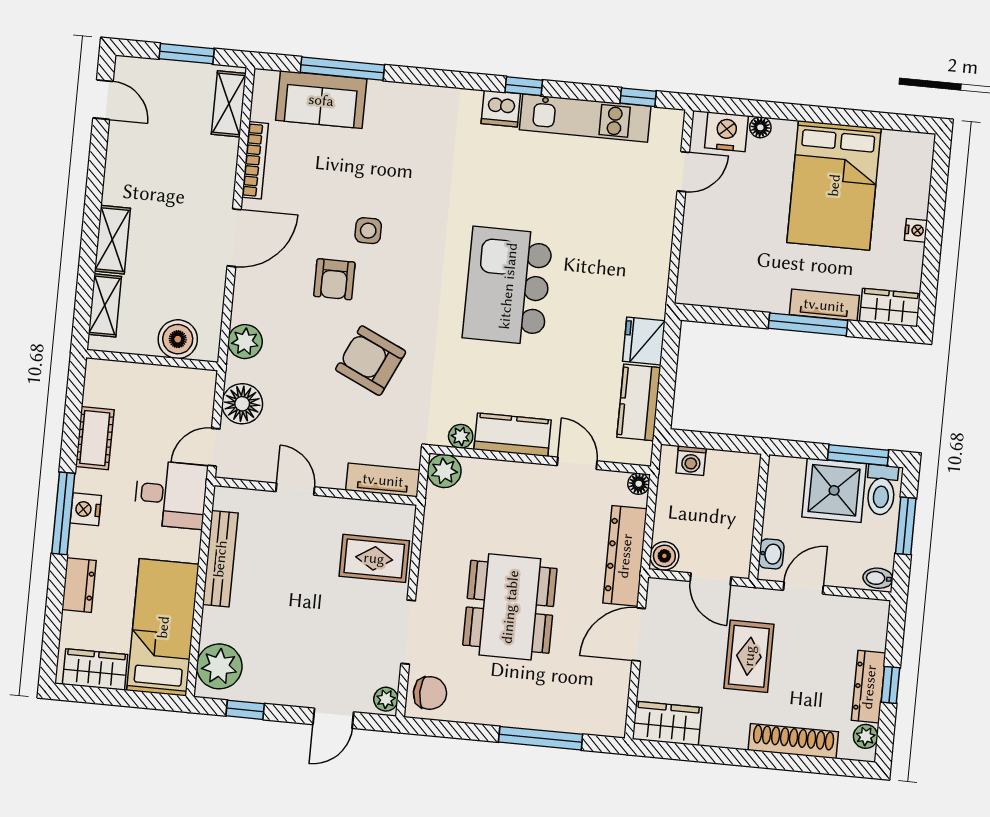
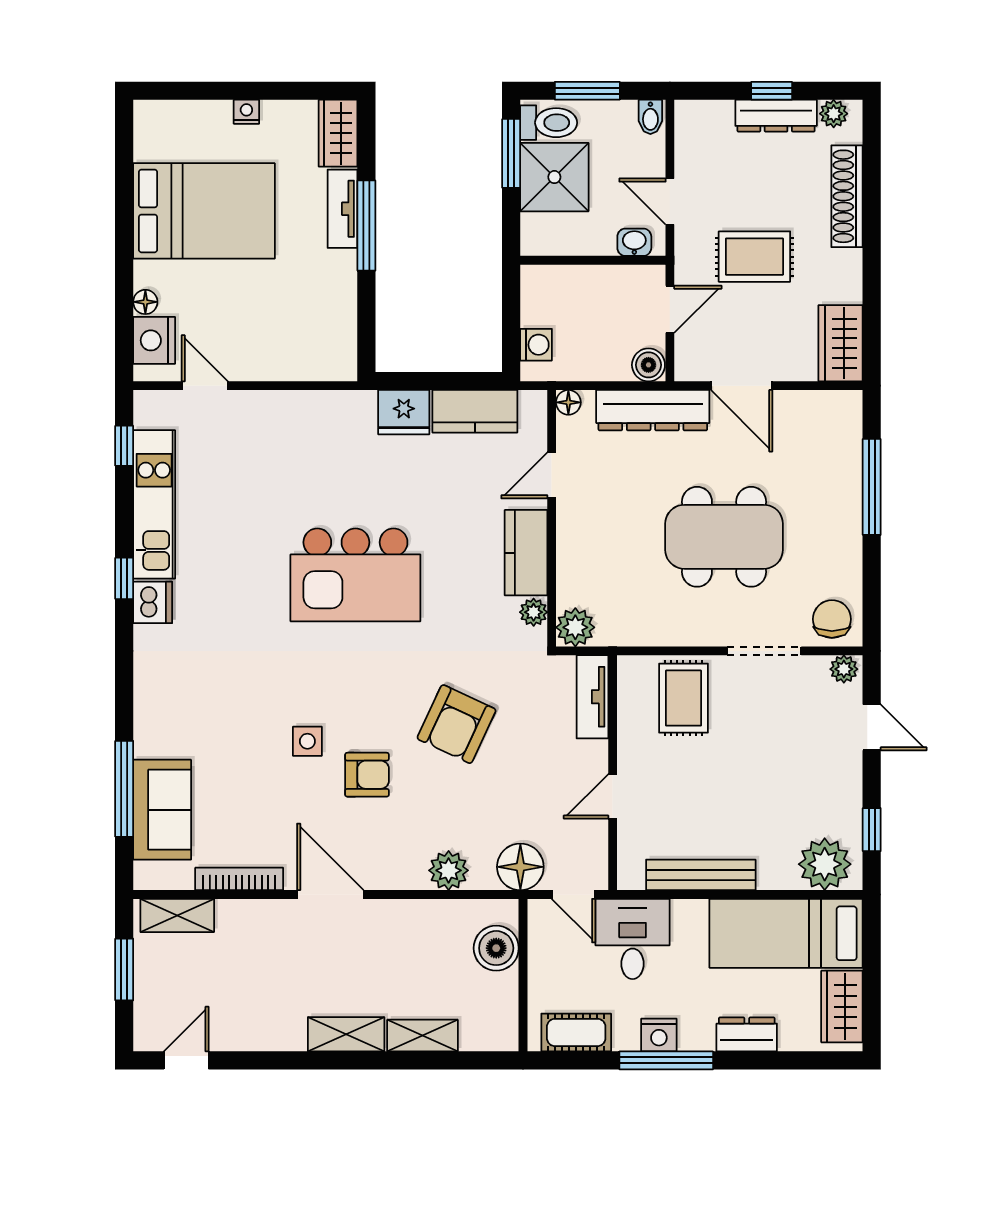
boiler: (178, 339) -> (496, 948), moved
wall: (152, 360) -> (523, 975), moved

